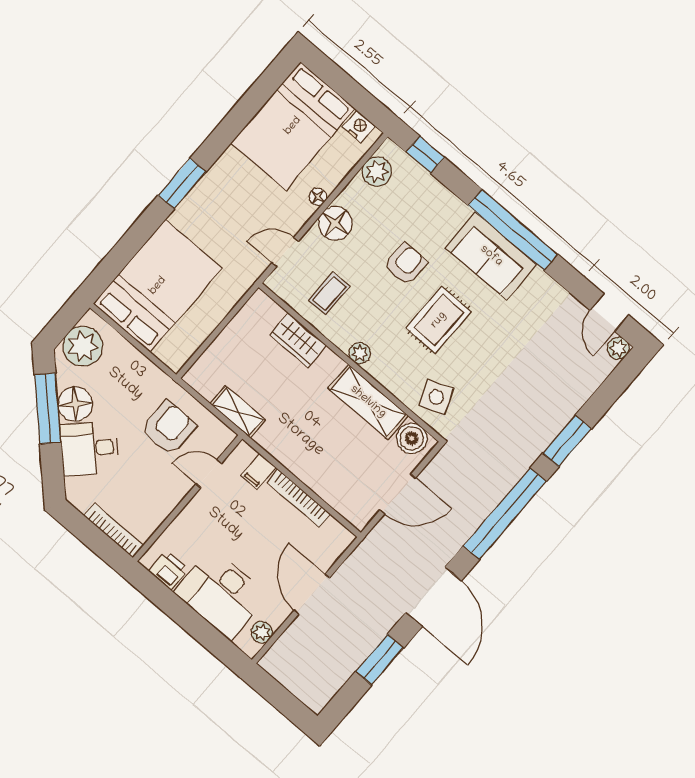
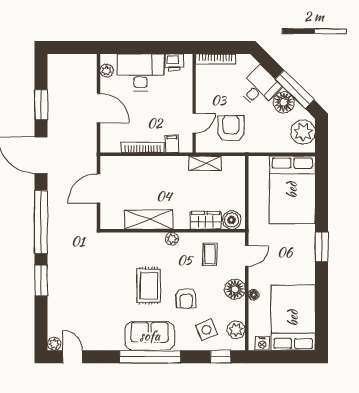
side table: (436, 397) -> (206, 330), moved
armchair: (168, 428) -> (231, 128), turned 180
boiler: (412, 438) -> (232, 220), moved

